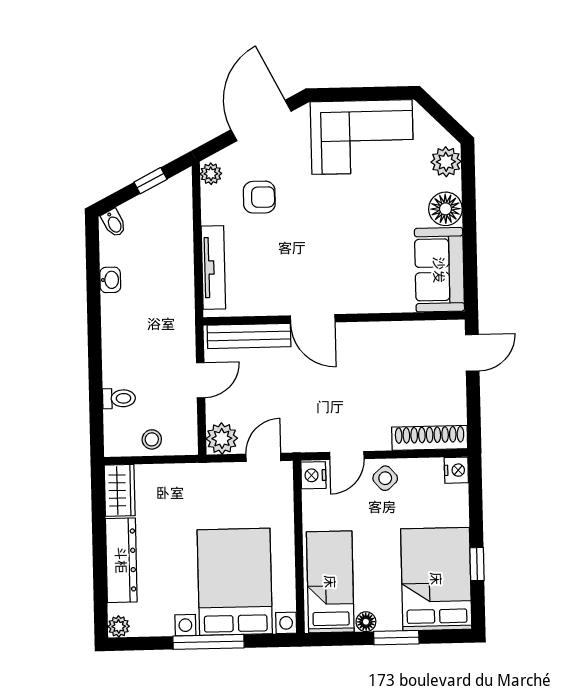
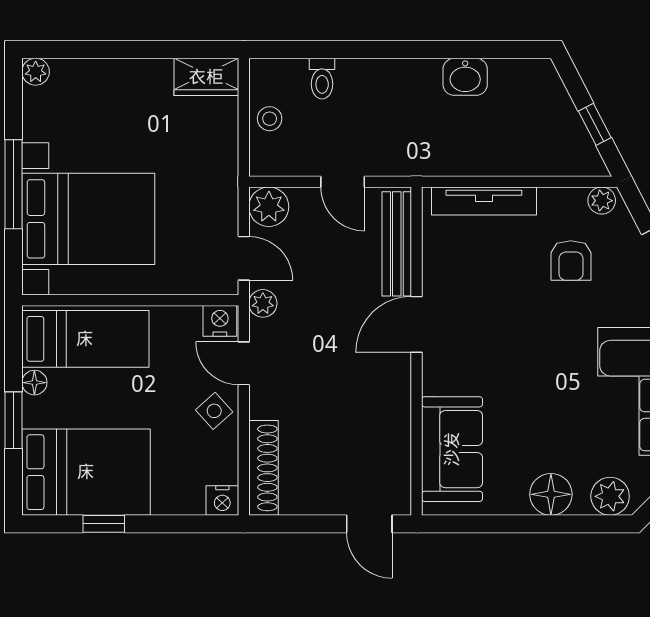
bidet: (114, 223) -> (543, 77), removed
sofa: (439, 270) -> (452, 449), moved, turned 90
washbasin: (110, 280) -> (465, 77), width x1.38, depth x1.45
plant: (299, 441) -> (263, 303), added
dresser: (121, 560) -> (119, 77), removed

